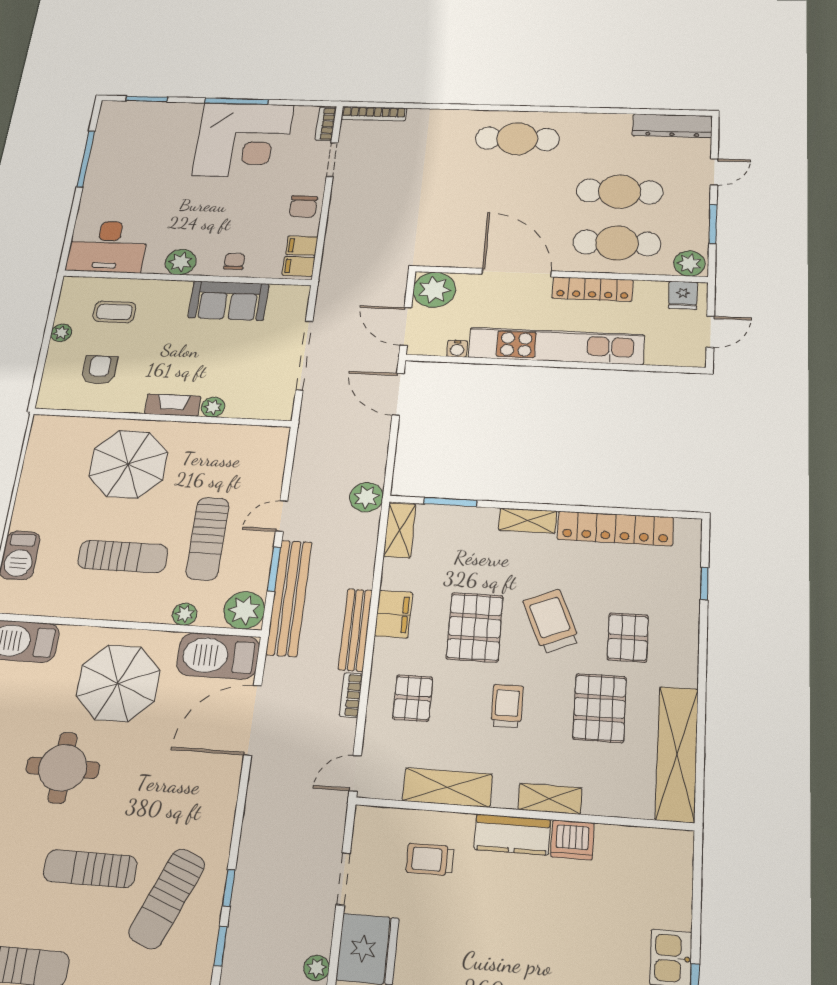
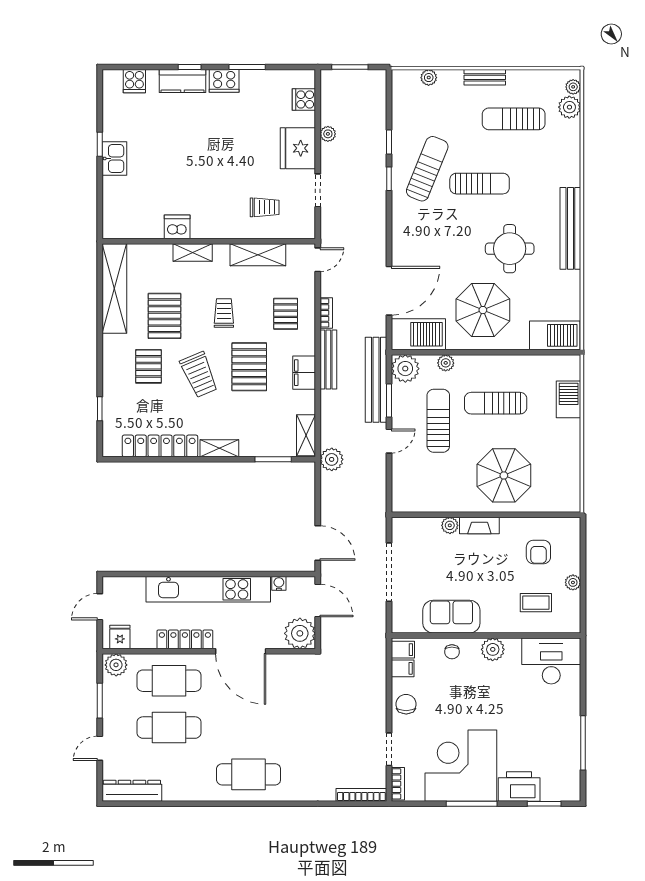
printer: (174, 117) -> (519, 786), added
trolley: (507, 706) -> (224, 313), turned 180
kitchen counter: (512, 834) -> (215, 227), removed

